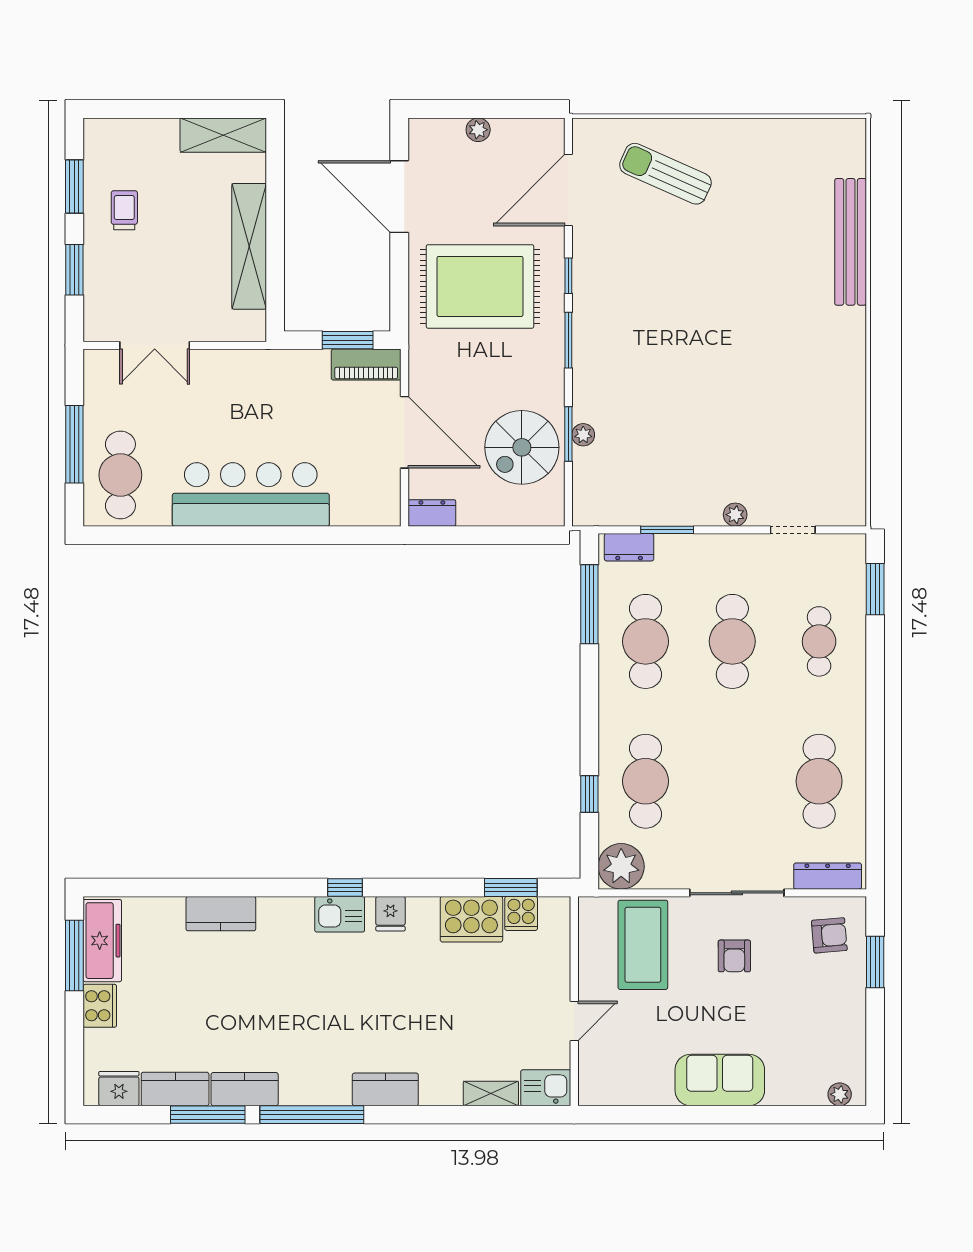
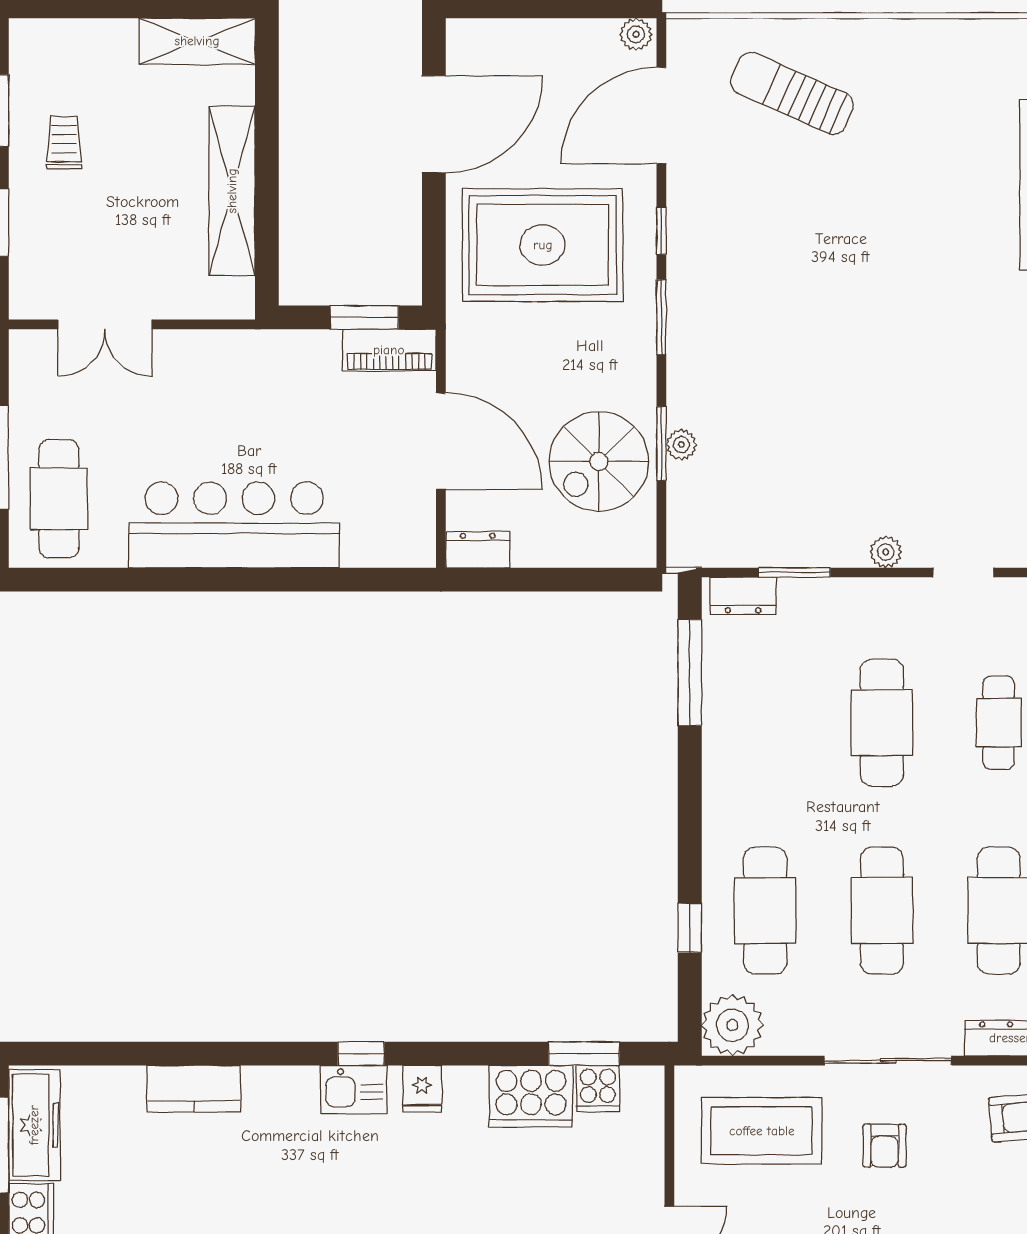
plant: (478, 130) -> (636, 34), moved
door: (399, 197) -> (434, 124), swing flipped
cafe table: (646, 641) -> (882, 911), moved
coffee table: (643, 945) -> (762, 1131), turned 90

